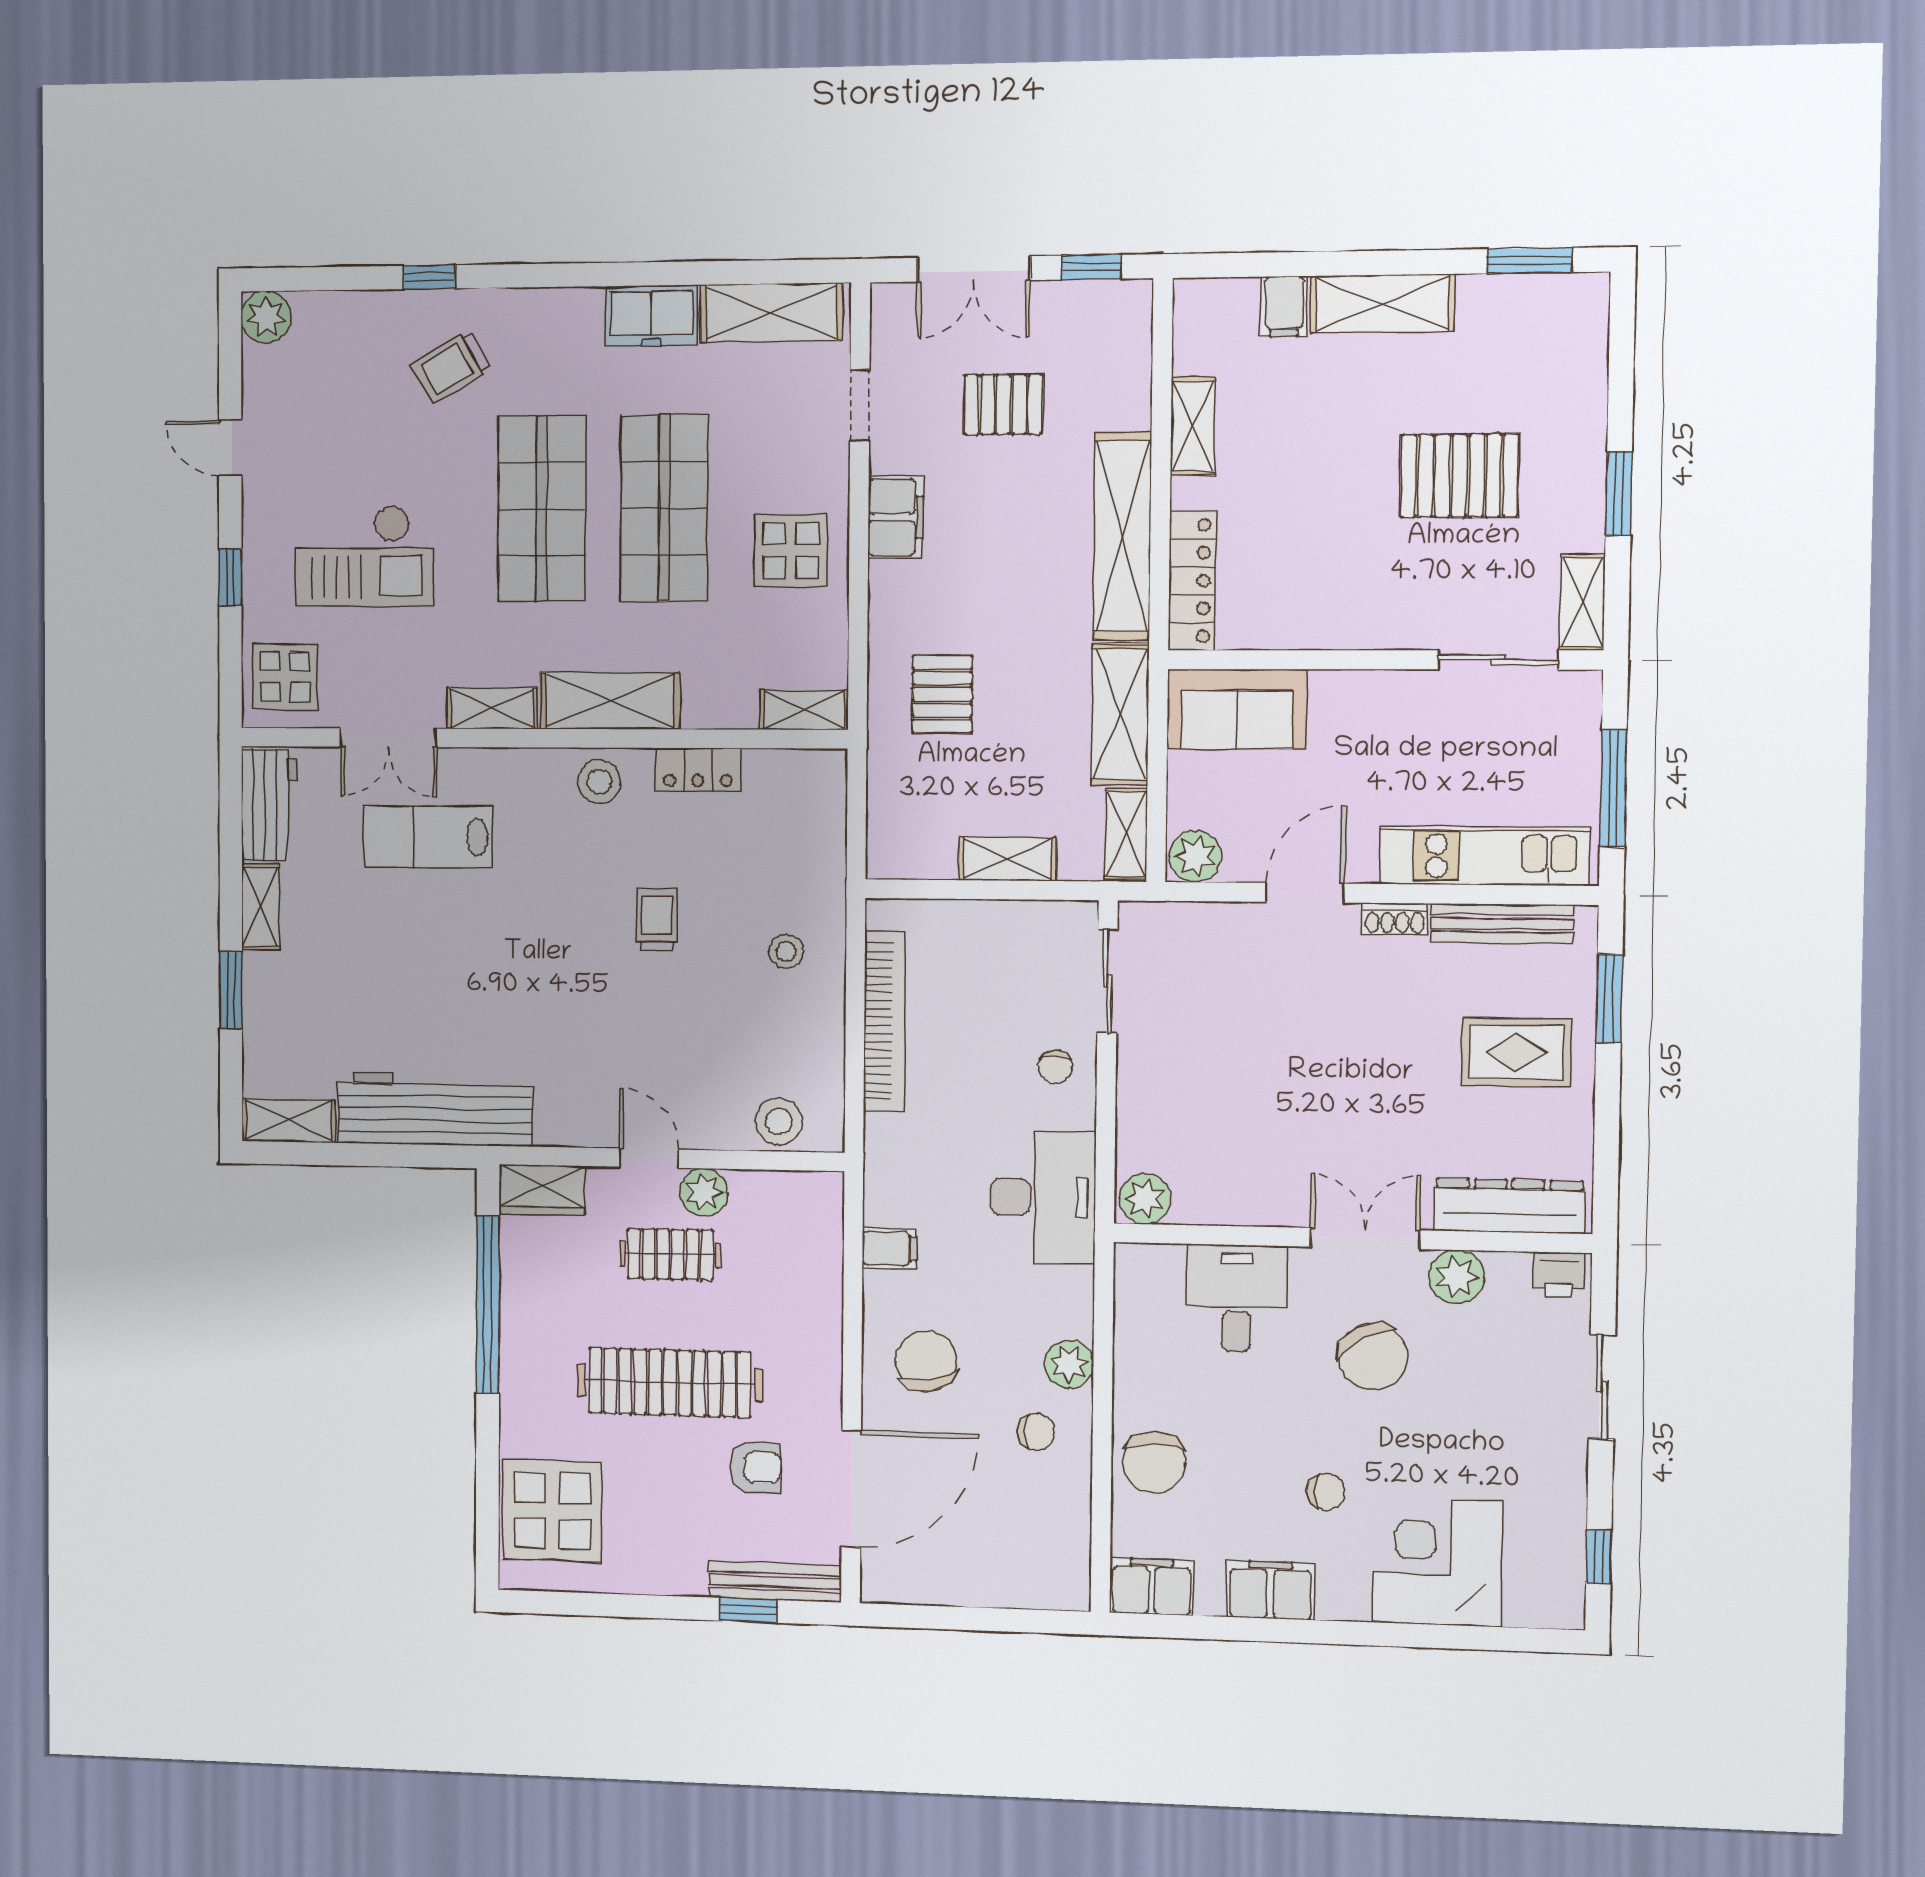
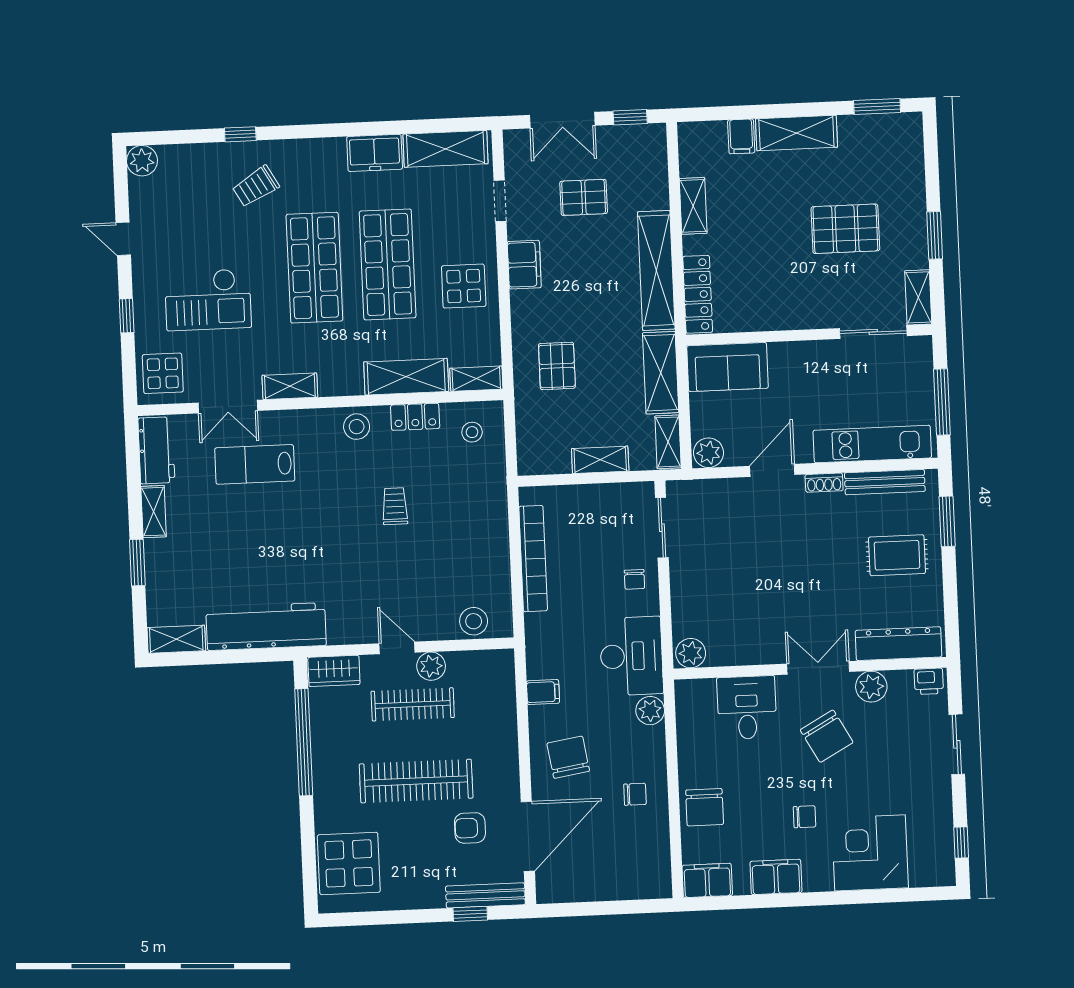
shelving: (610, 701) -> (406, 377), moved
stool: (786, 951) -> (472, 432), moved
clothes rail: (670, 1254) -> (413, 704), width x1.36
plant: (1069, 1364) -> (650, 711), moved
armchair: (755, 1467) -> (470, 828), turned 180

